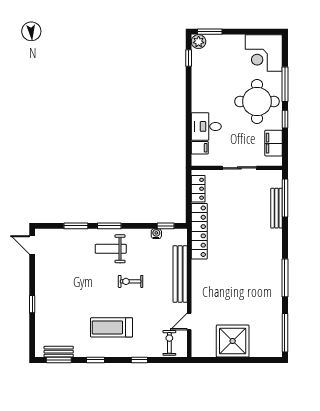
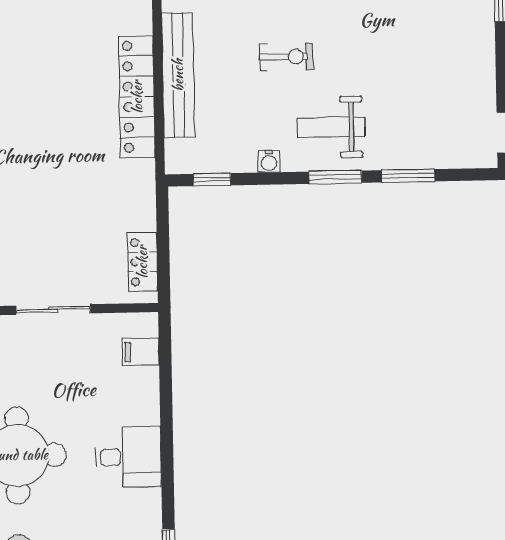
desk: (206, 126) -> (128, 457), moved
locker: (199, 231) -> (137, 97), moved
water cooler: (156, 234) -> (269, 161), moved
weight bench: (111, 249) -> (331, 127), turned 180

